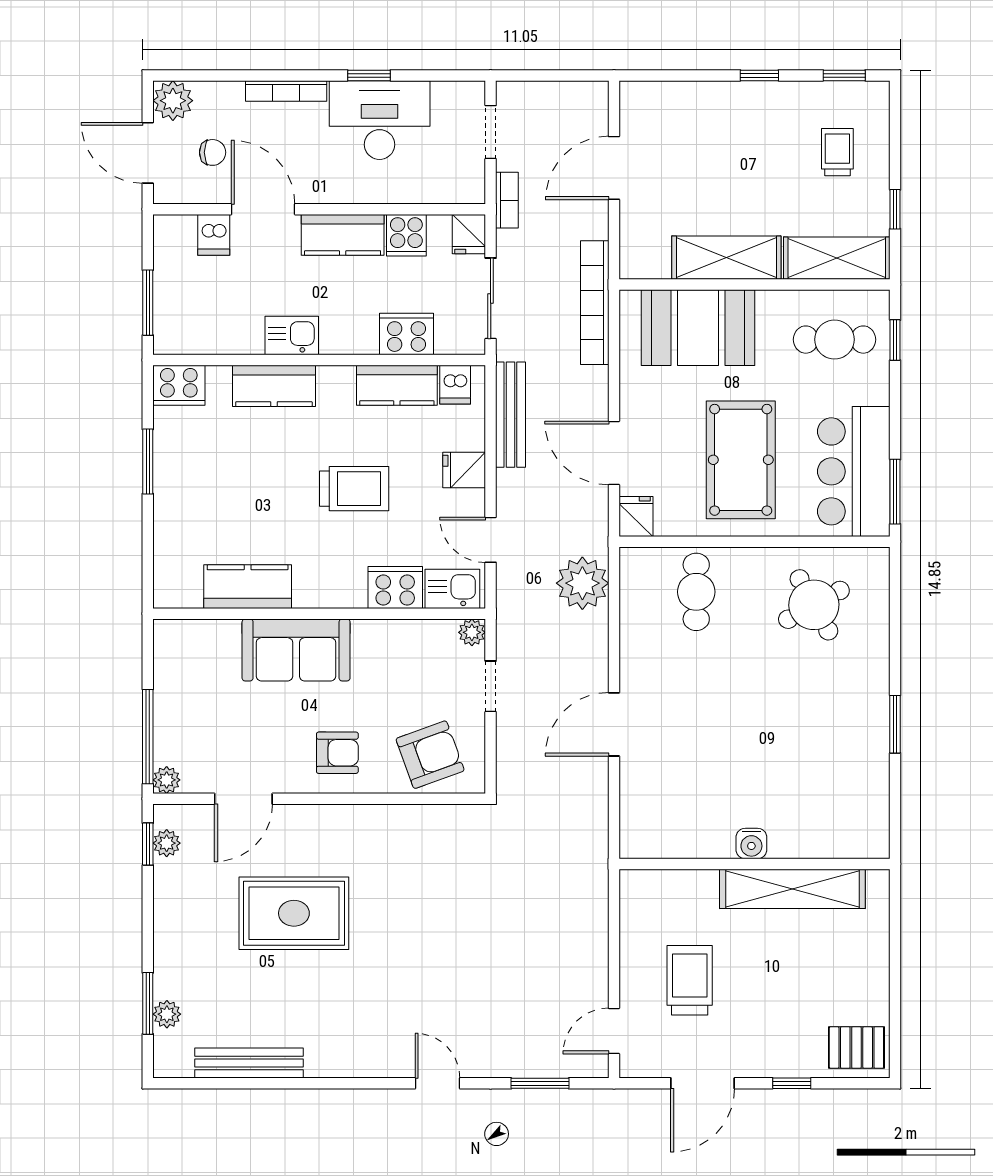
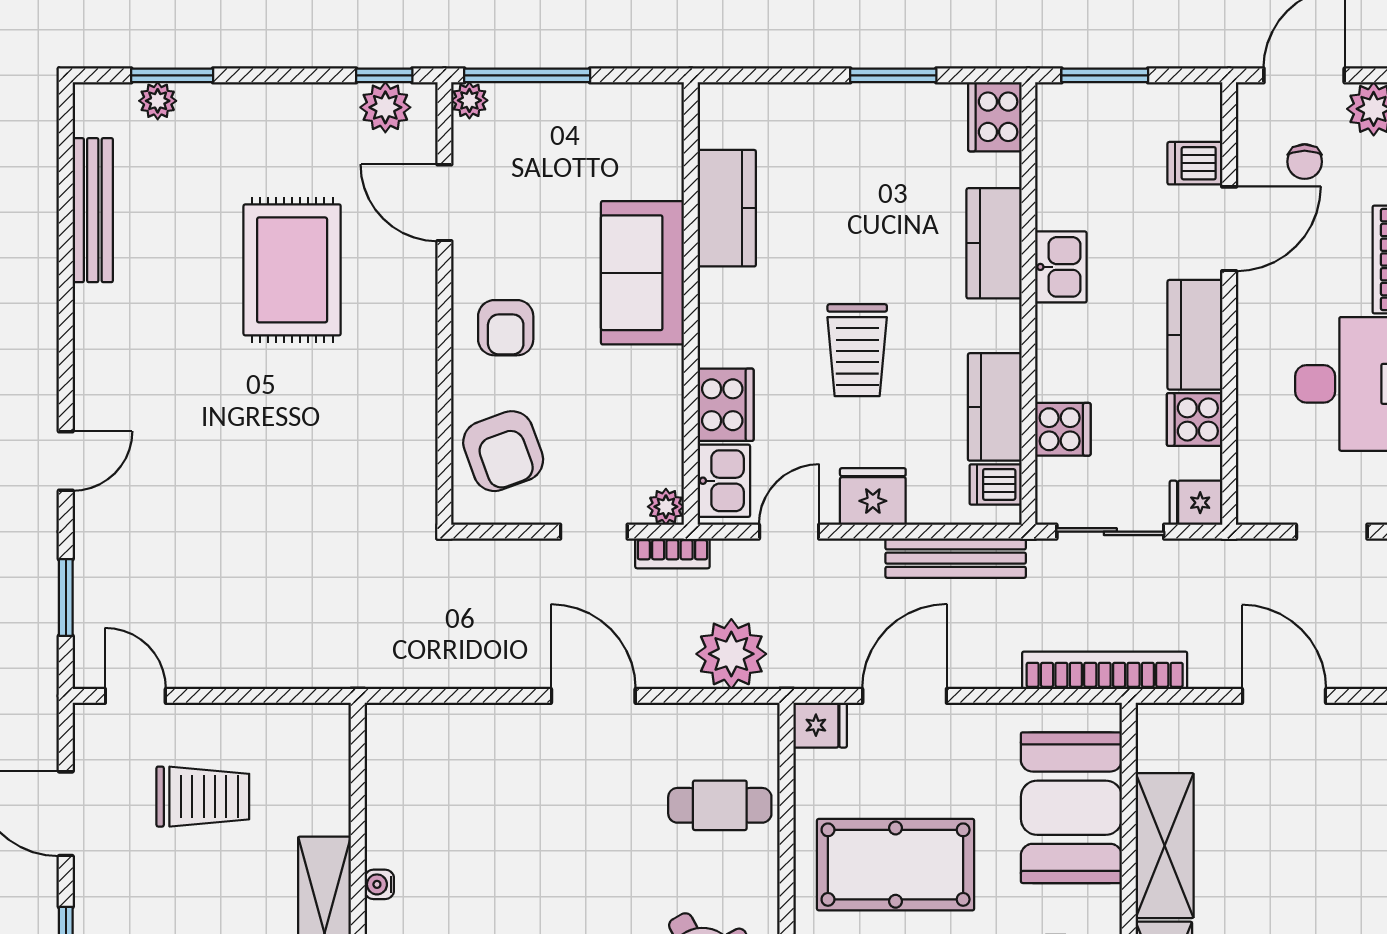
bookcase: (507, 200) -> (672, 553), moved
cooker: (406, 334) -> (1063, 429), width x0.73
fridge: (464, 470) -> (873, 496), width x1.38
door: (614, 724) -> (593, 696), moved
plant: (167, 843) -> (385, 107), width x1.38, depth x1.38
water cooler: (751, 843) -> (379, 884), width x0.72, depth x0.72

